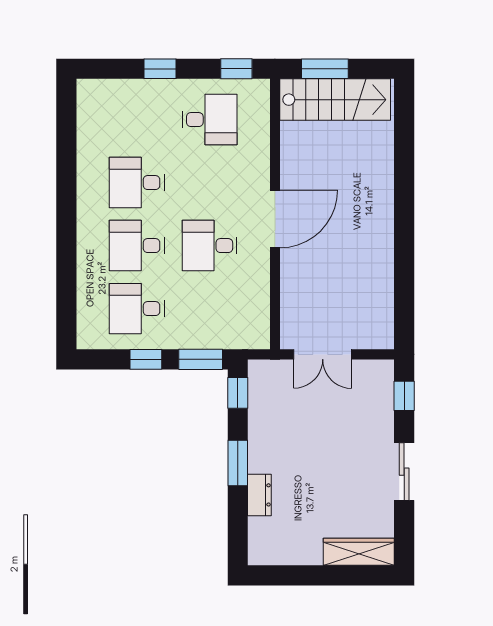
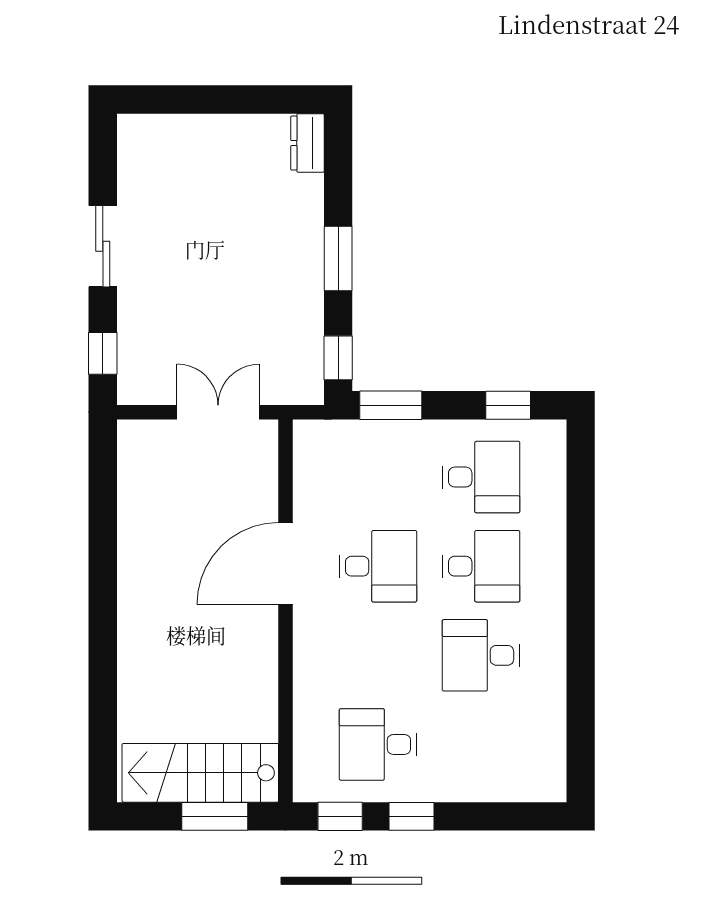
window: (160, 69) -> (411, 816), moved
desk: (137, 183) -> (481, 655), turned 180
door: (275, 219) -> (285, 564), moved
window: (146, 359) -> (508, 405), moved
dresser: (259, 495) -> (308, 143), moved
wardrobe: (359, 552) -> (167, 133), removed

